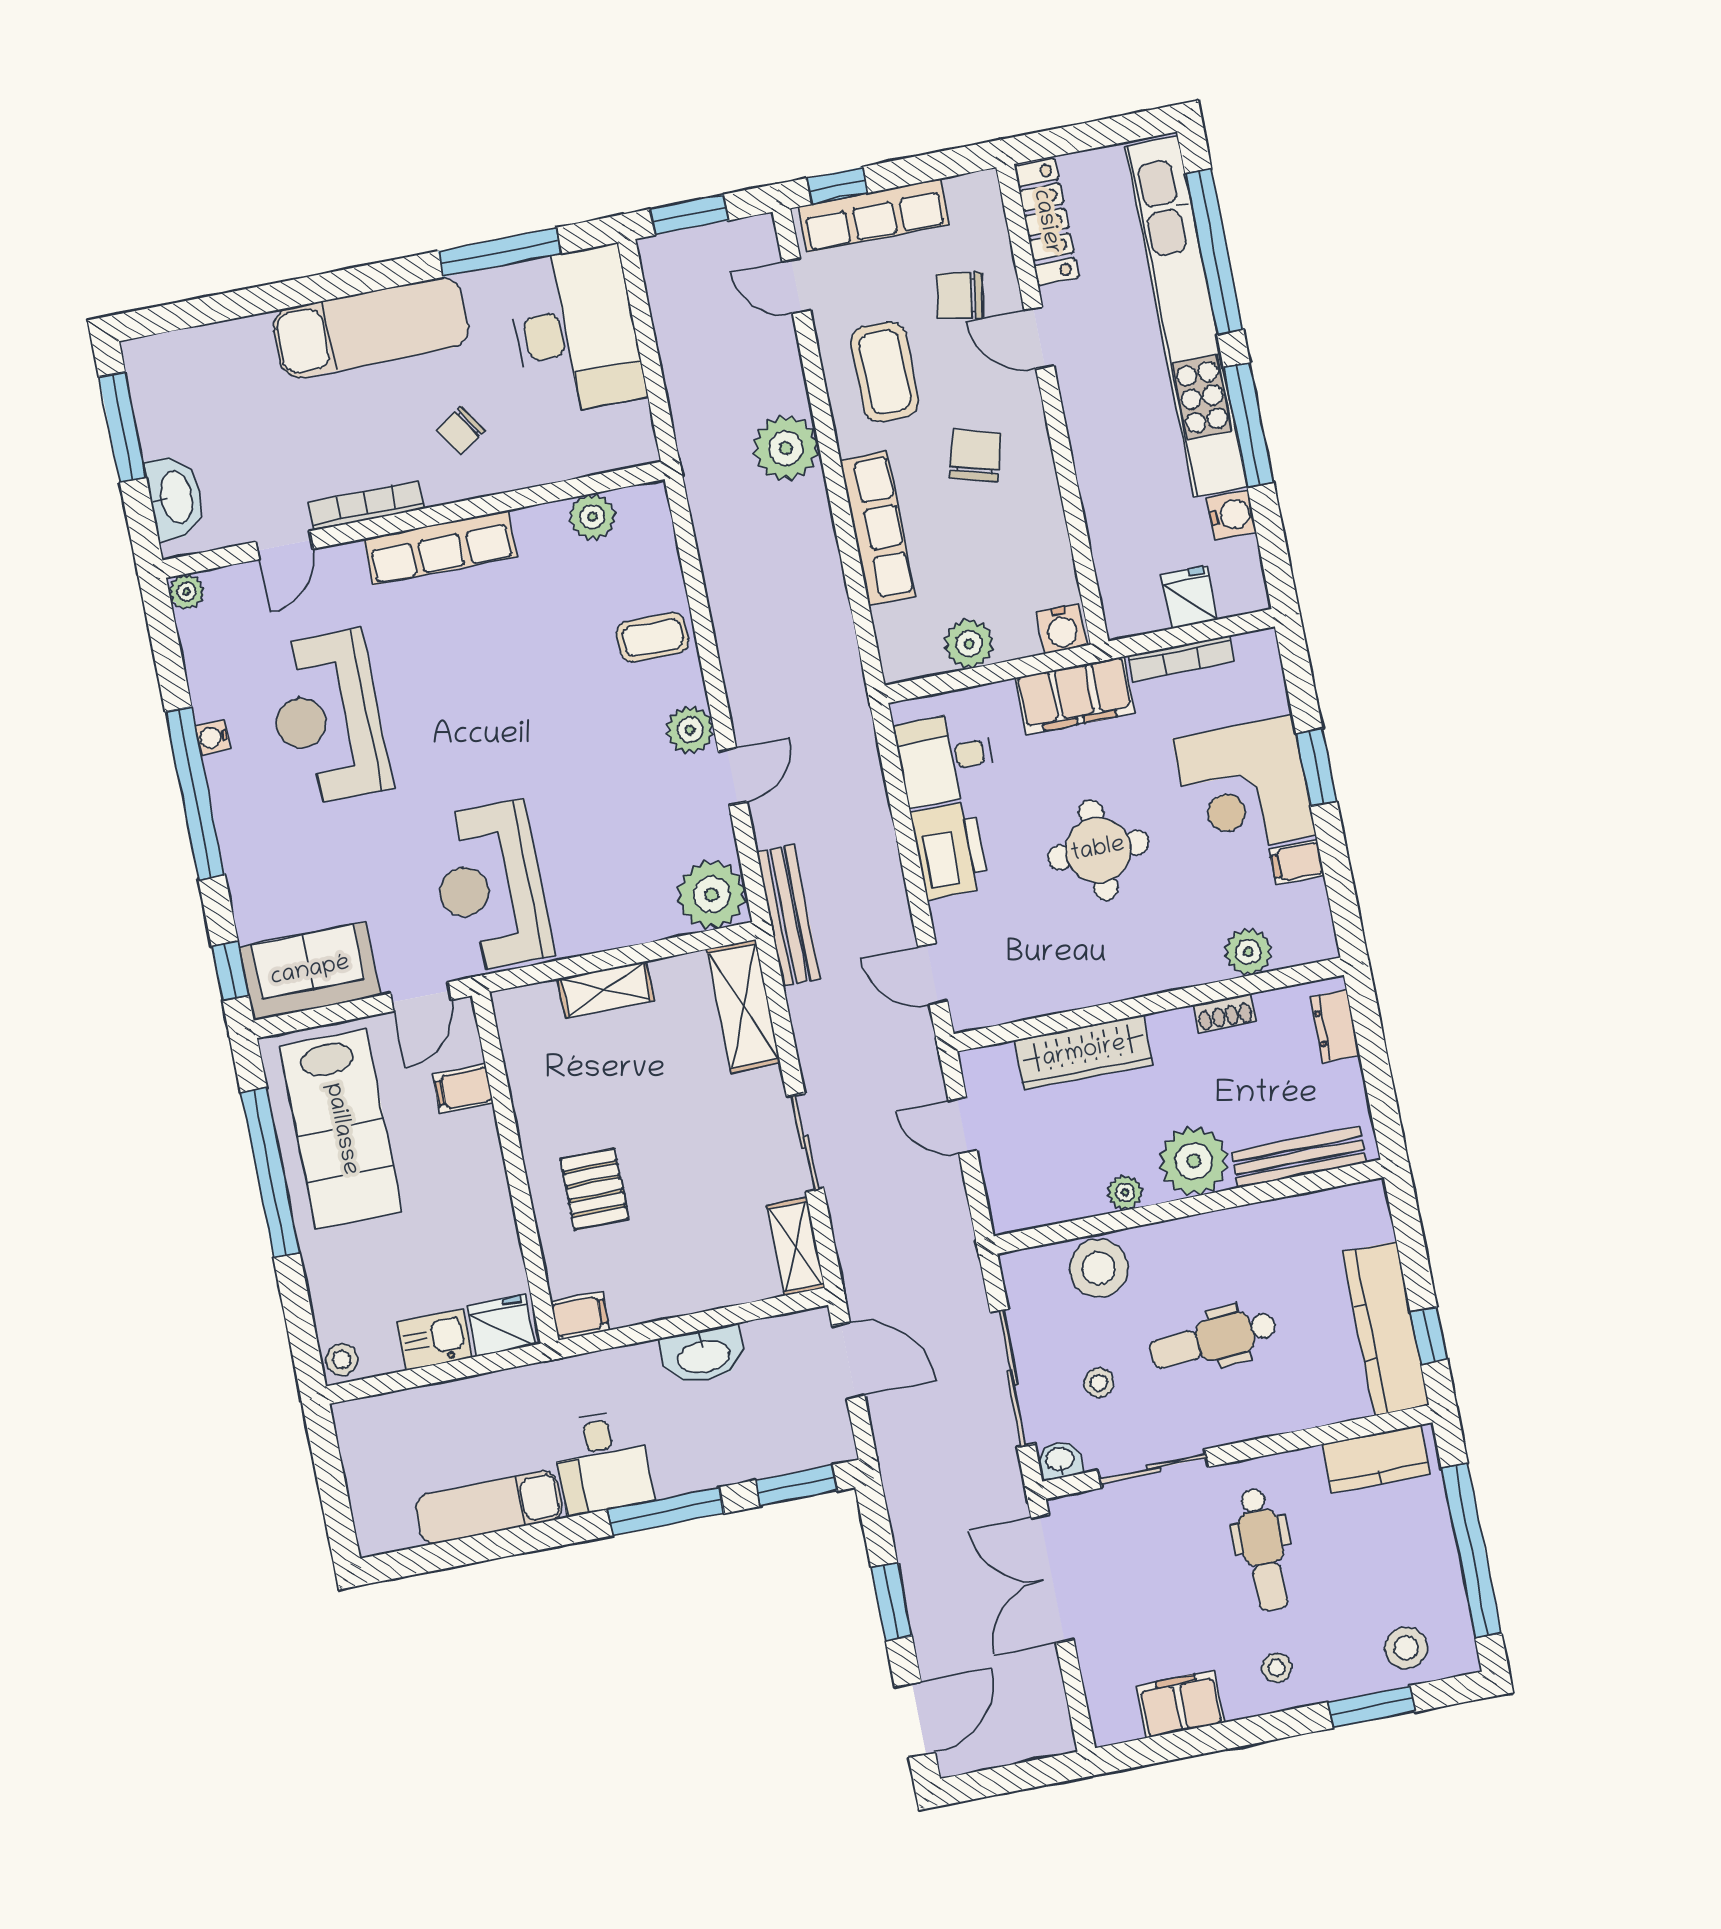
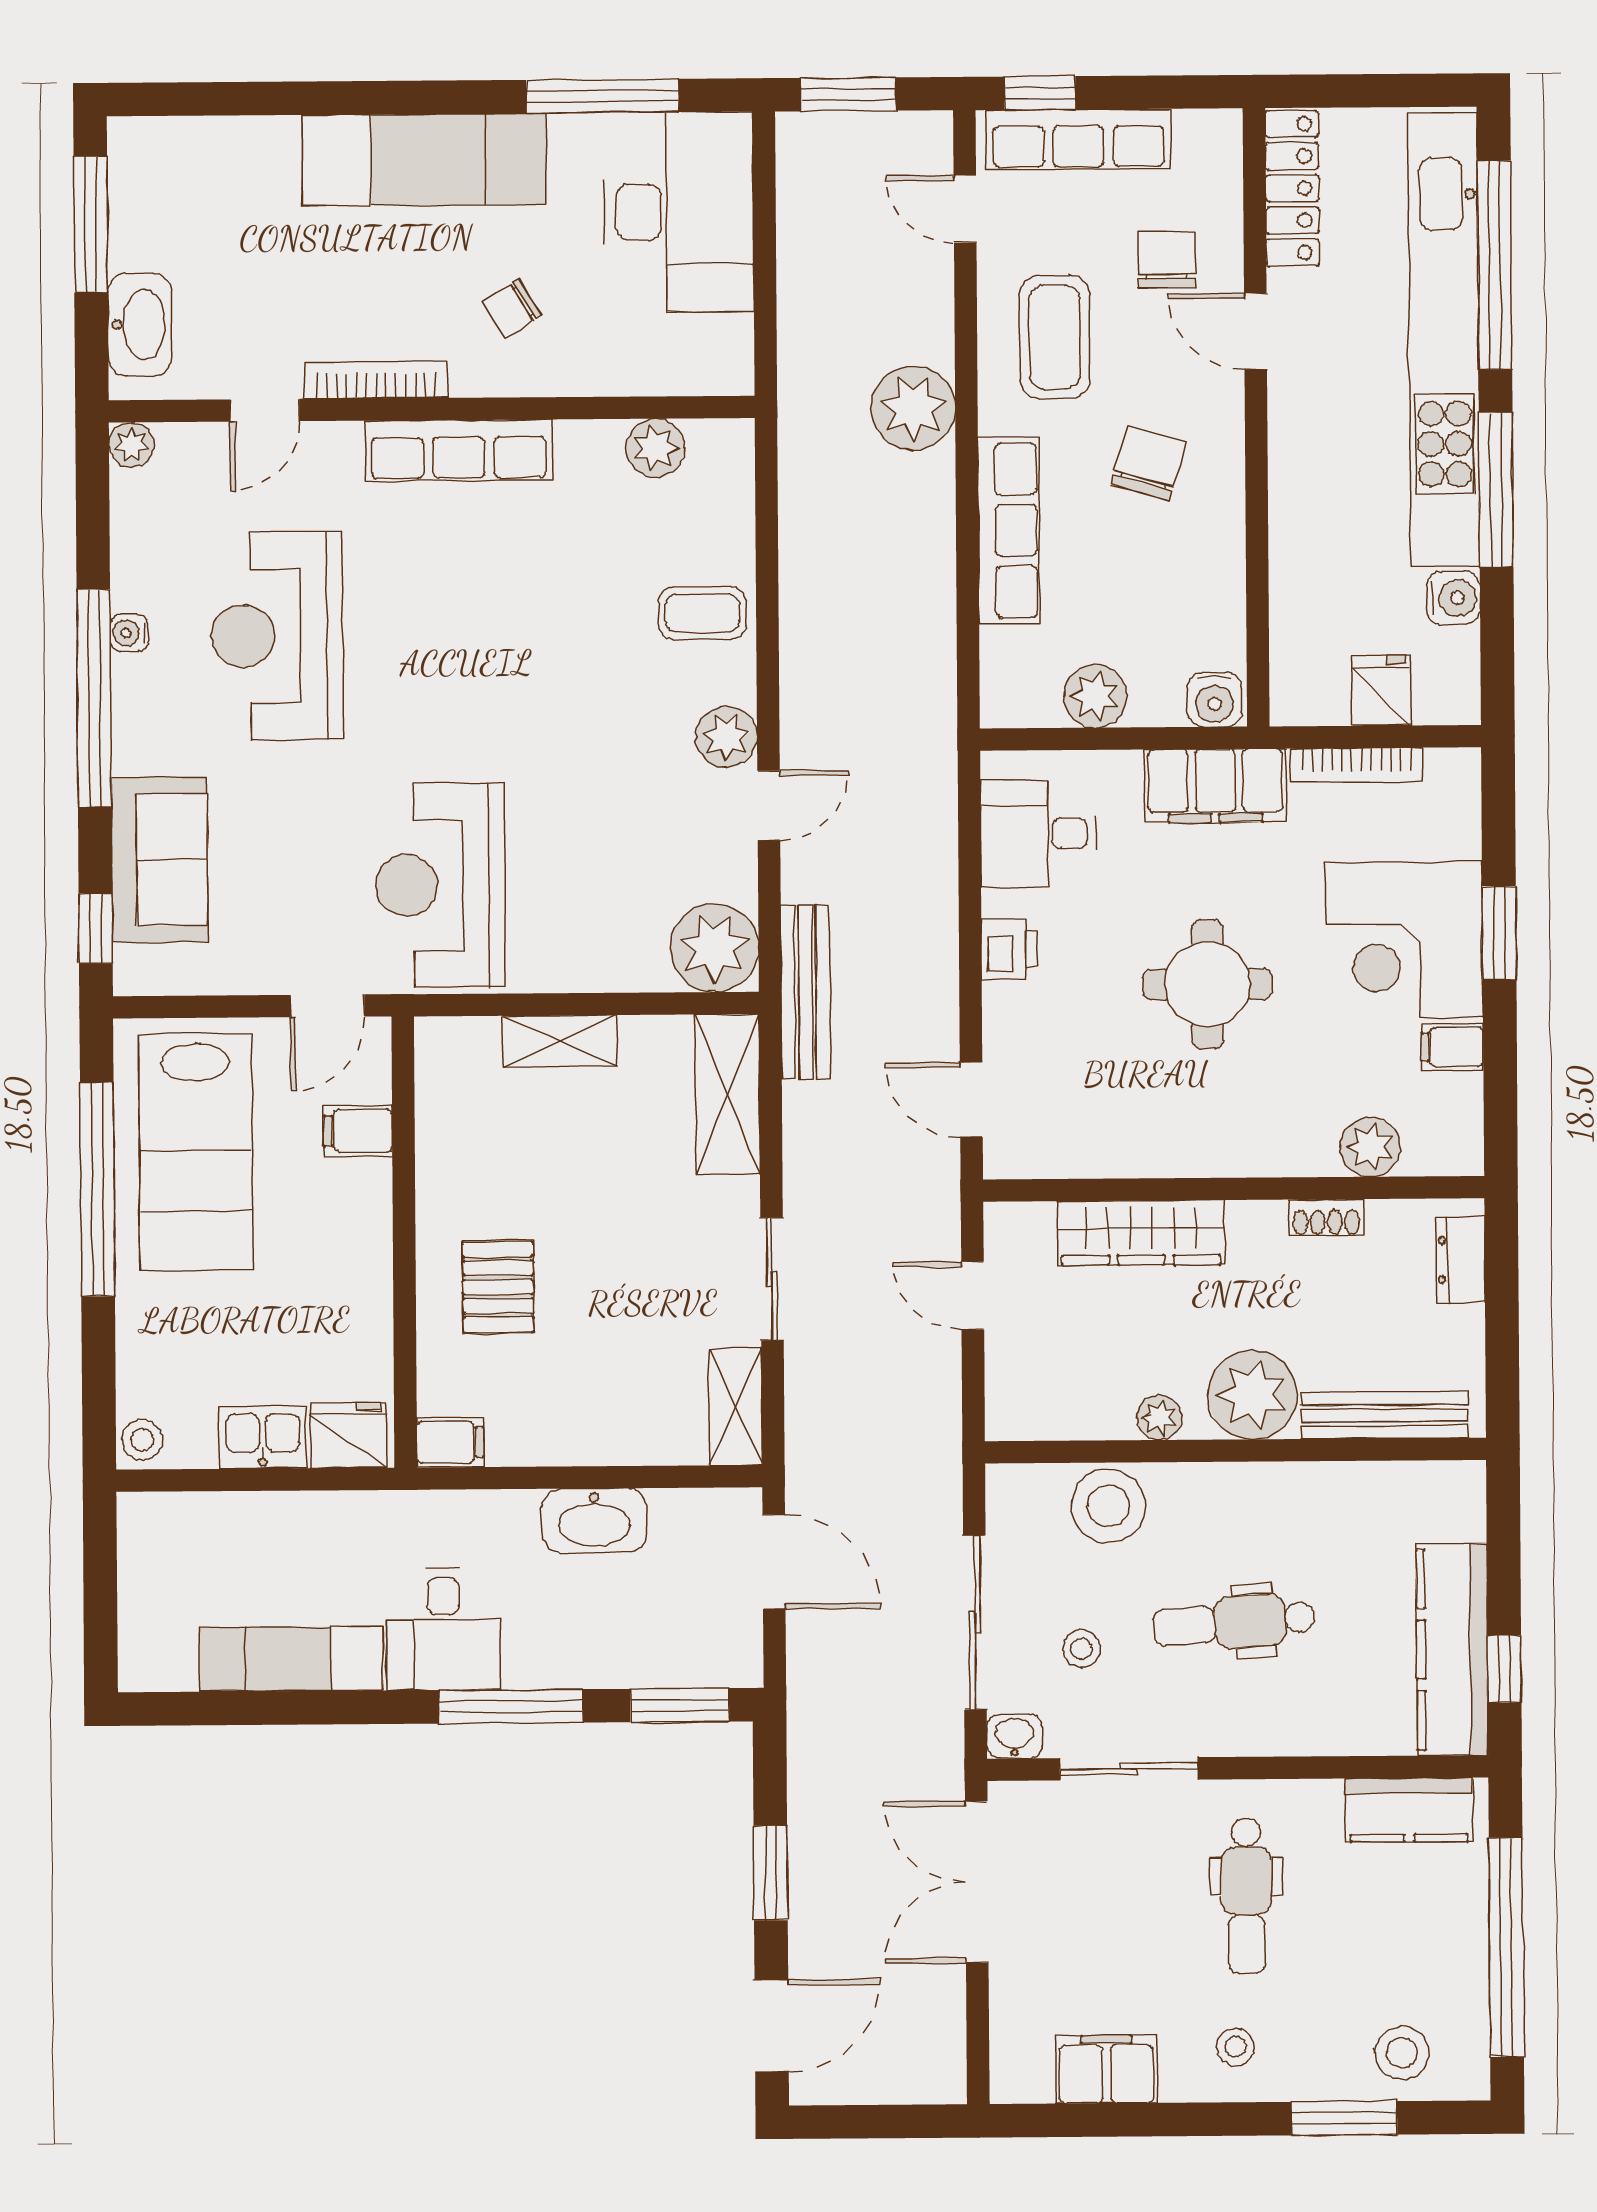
chair: (960, 296) -> (1167, 260), turned 80
printer: (950, 850) -> (1009, 949), width x0.53, depth x0.68
sofa: (310, 971) -> (160, 859), moved, turned 90

